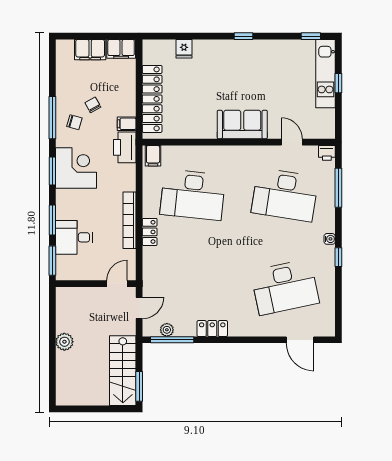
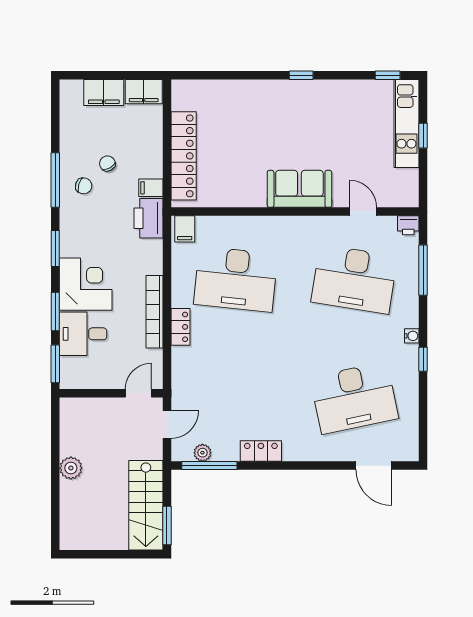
fridge: (184, 49) -> (225, 91), removed
corner desk: (76, 168) -> (86, 284), moved

